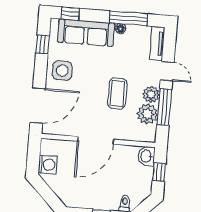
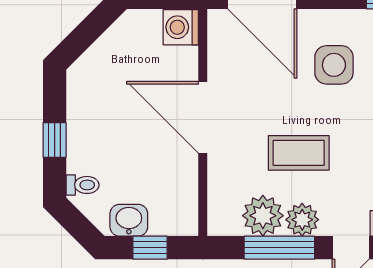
side table: (62, 71) -> (334, 65), moved
washbasin: (146, 156) -> (129, 220), moved
washing machine: (48, 165) -> (181, 27), moved, turned 90

